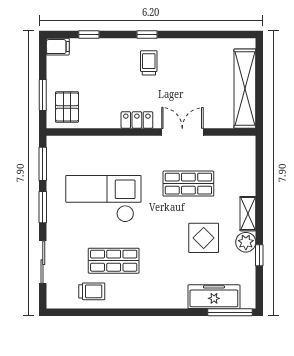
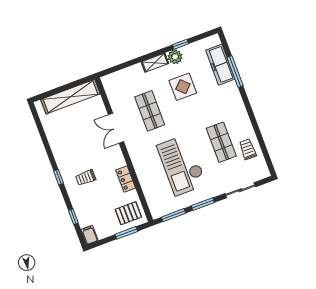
trolley: (149, 63) -> (86, 178), moved
locker: (137, 120) -> (126, 179), moved
window: (230, 312) -> (235, 72), moved

